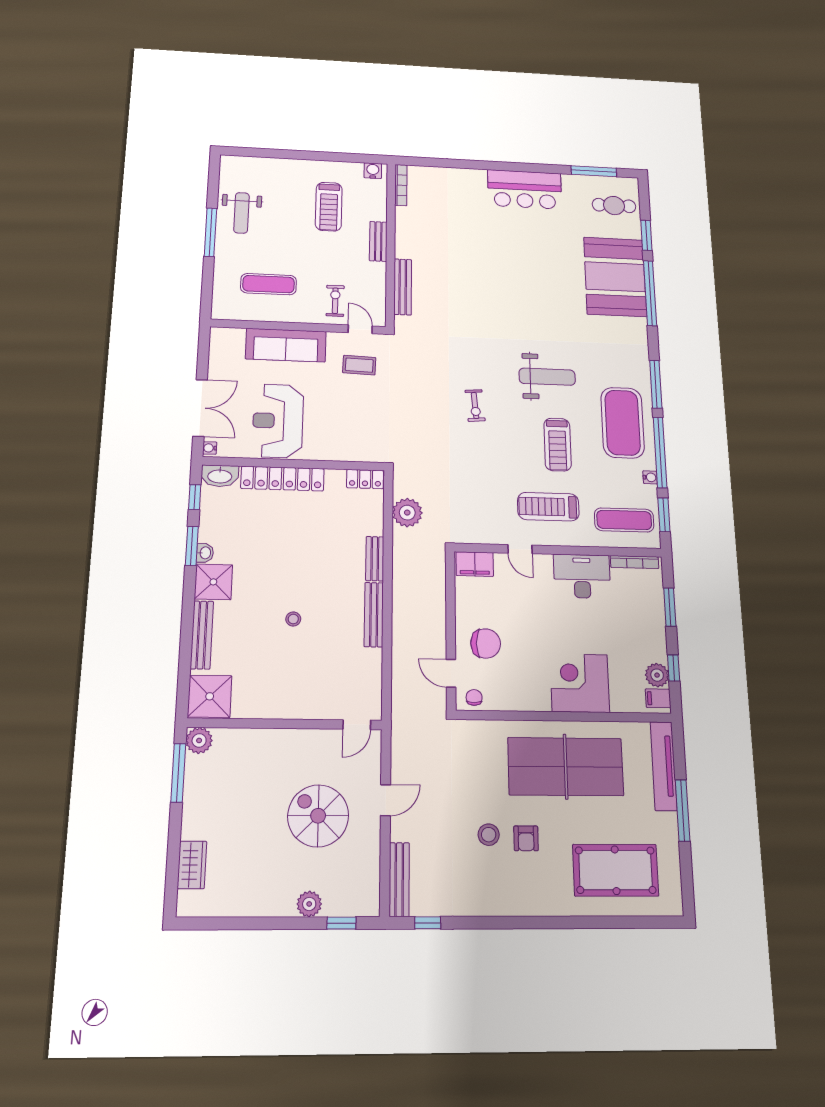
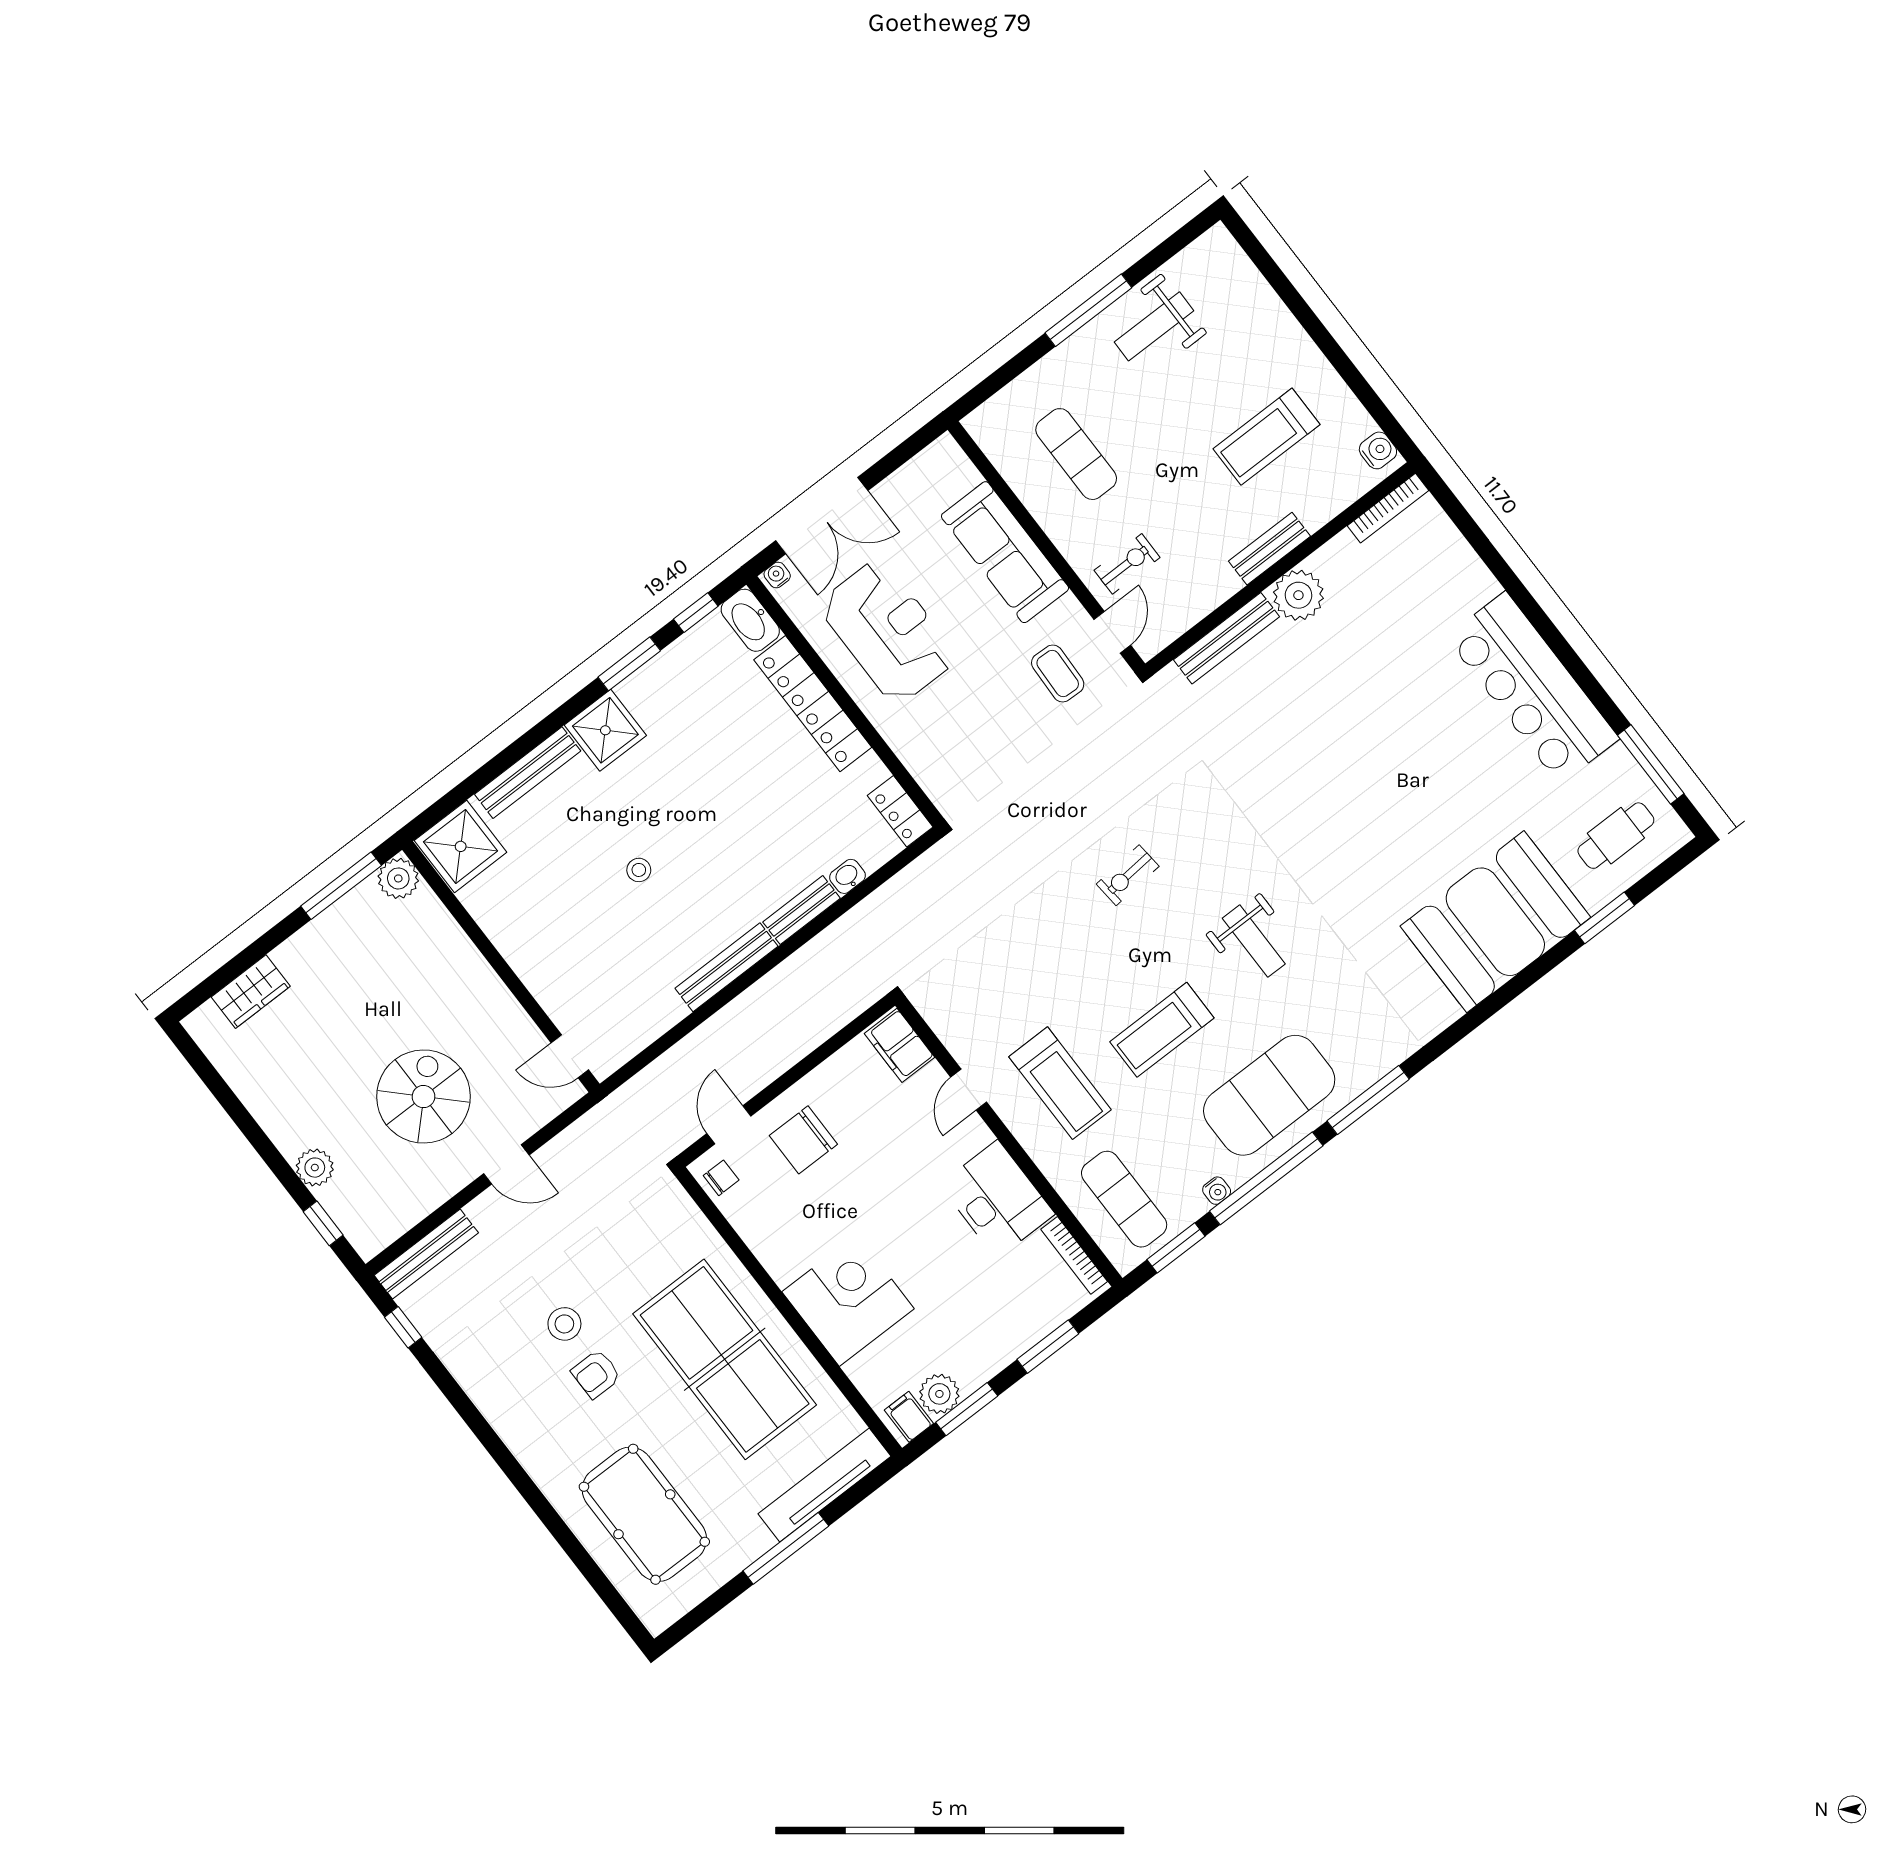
bar counter: (525, 189) -> (1533, 688), width x1.36
cafe table: (614, 205) -> (1616, 836), turned 90
window: (650, 293) -> (1510, 990), removed
weight bench: (547, 377) -> (1254, 941), width x0.73, depth x0.75
reception desk: (278, 421) -> (888, 632), turned 90
treadmill: (548, 507) -> (1060, 1083), turned 180
plant: (407, 513) -> (1298, 595), moved
washbasin: (205, 553) -> (847, 876), moved, turned 180
chair: (486, 643) -> (803, 1140), turned 90
window: (674, 668) -> (967, 1409), width x1.50

